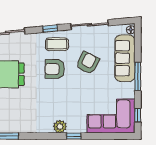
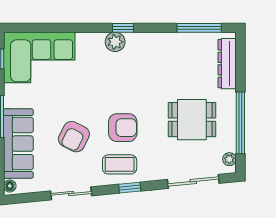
sliding door: (89, 25) -> (71, 193), width x0.73
window: (74, 136) -> (123, 28), moved

